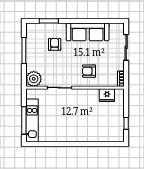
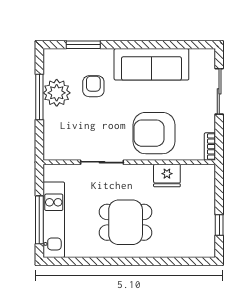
armchair: (89, 71) -> (154, 133), width x1.88, depth x1.88
plant: (34, 79) -> (57, 93), moved
fridge: (107, 95) -> (167, 175), moved
dining table: (73, 122) -> (126, 222), added

